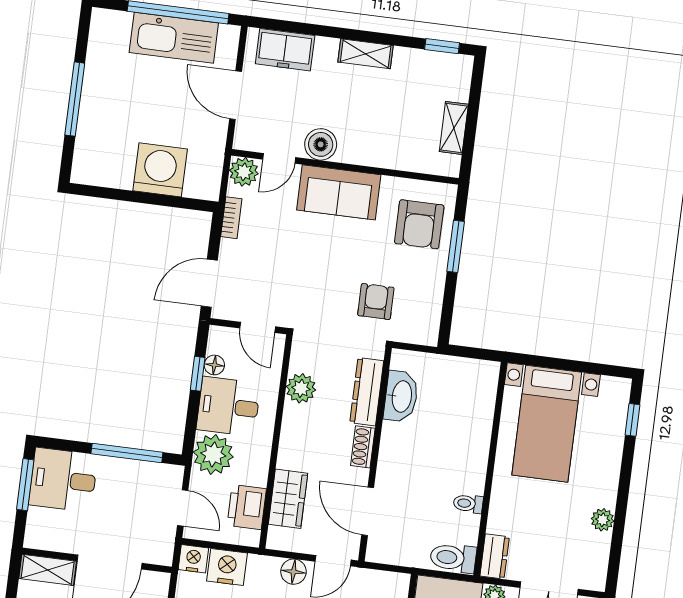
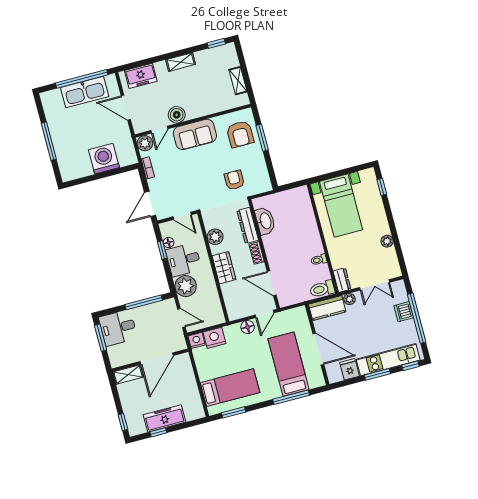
wardrobe: (288, 499) -> (224, 268), moved
printer: (247, 507) -> (212, 305), removed

